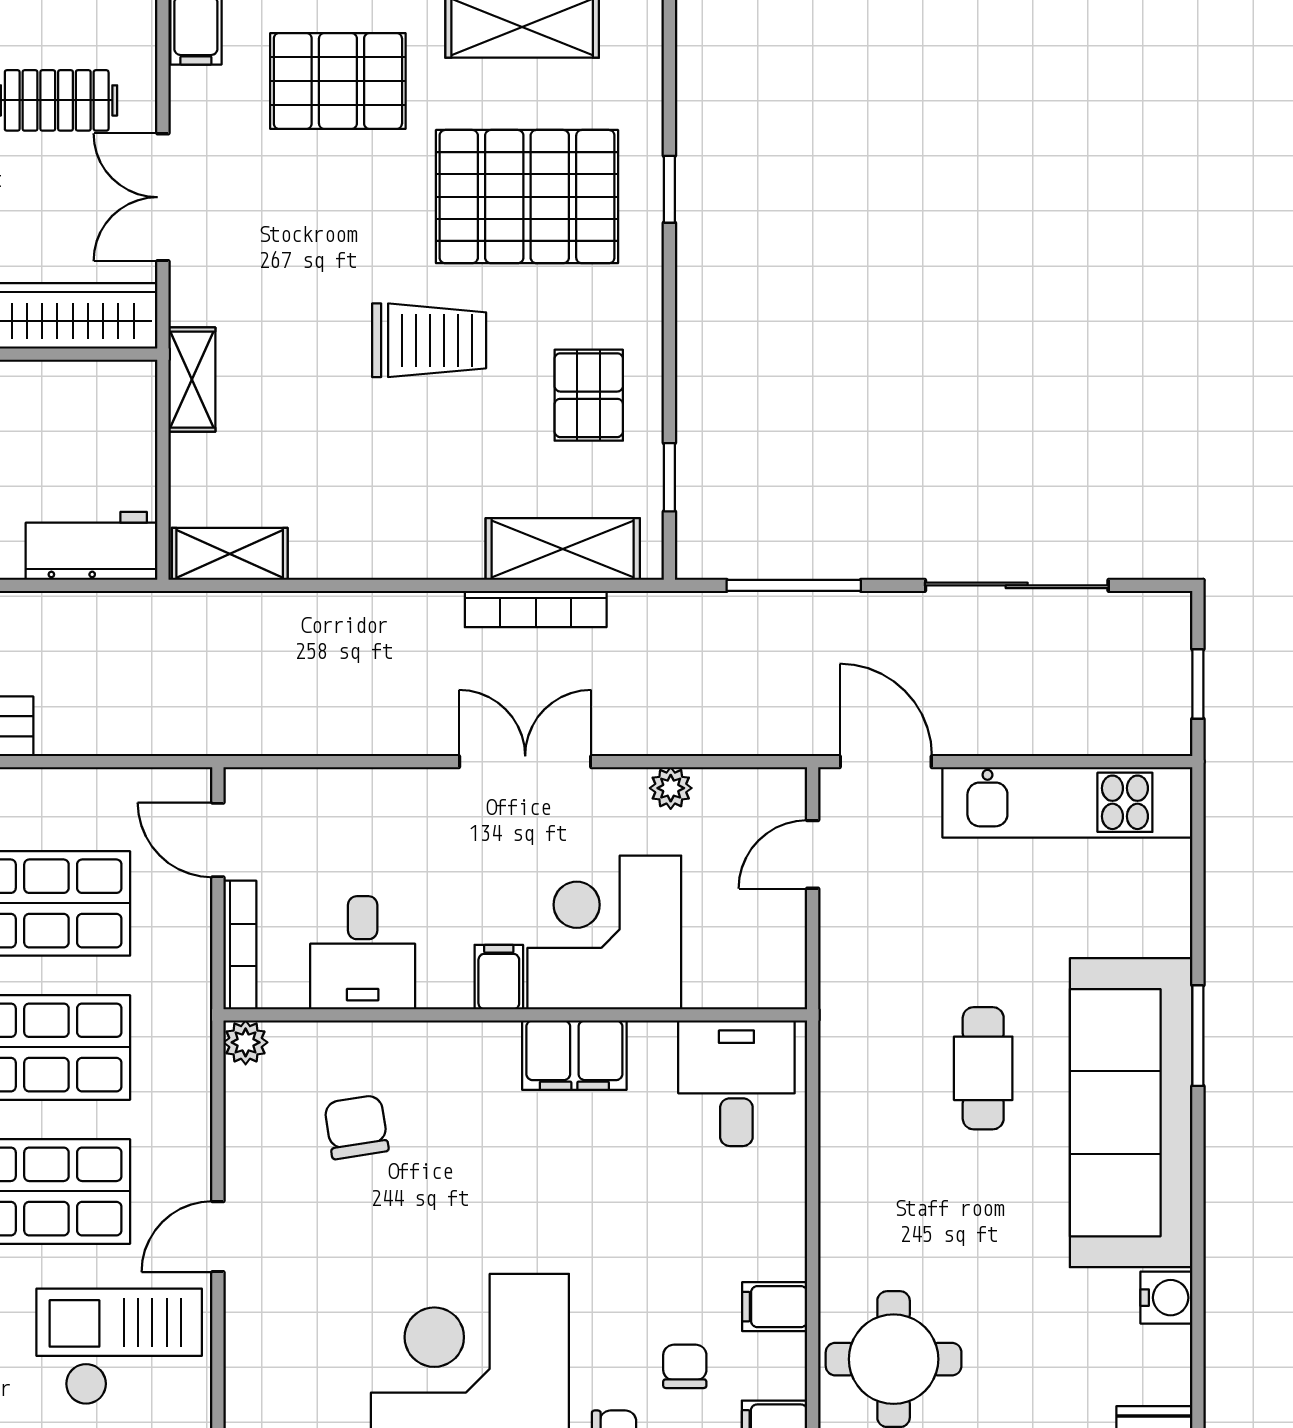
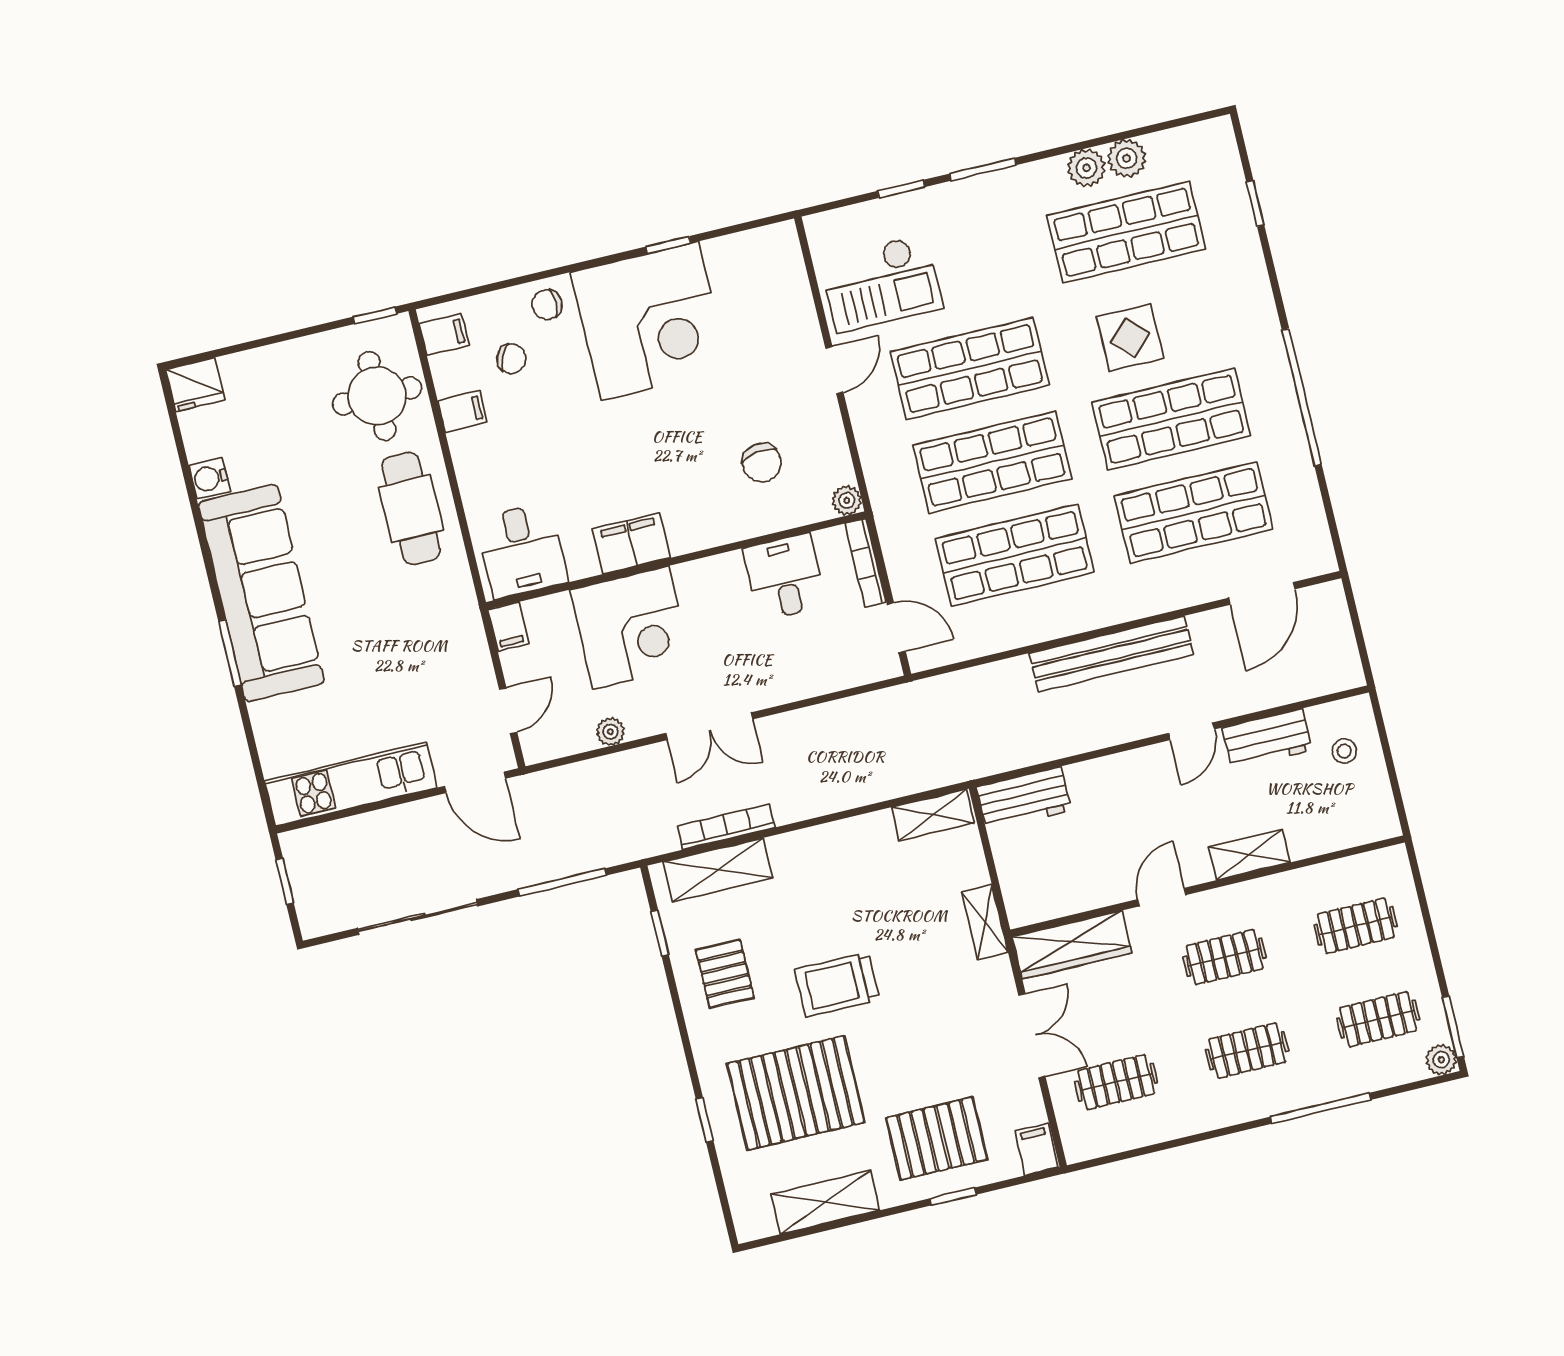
filing cabinet: (499, 977) -> (508, 627), moved
cafe table: (983, 1068) -> (411, 508), moved, width x1.37, depth x1.35
chair: (685, 1366) -> (511, 359), turned -65

